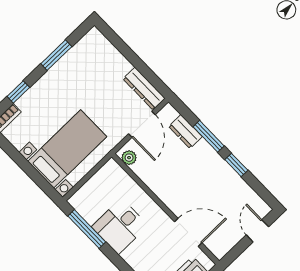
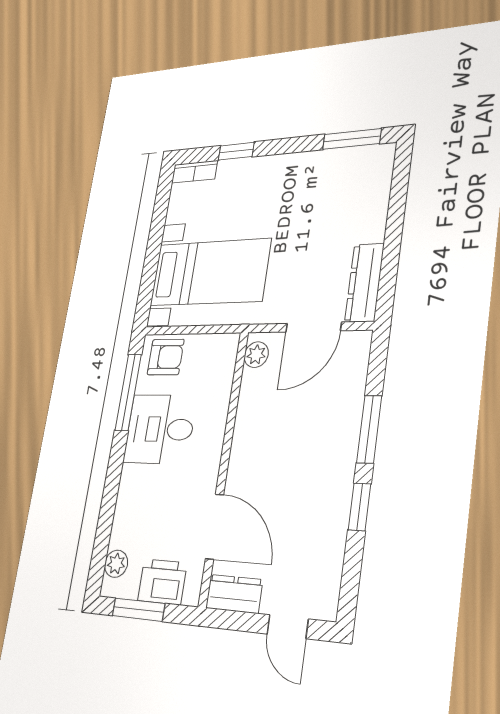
window: (56, 55) -> (352, 139), moved
dresser: (185, 132) -> (234, 594), moved, turned 90
armchair: (88, 199) -> (166, 357), added
door: (257, 231) -> (288, 627), swing flipped

